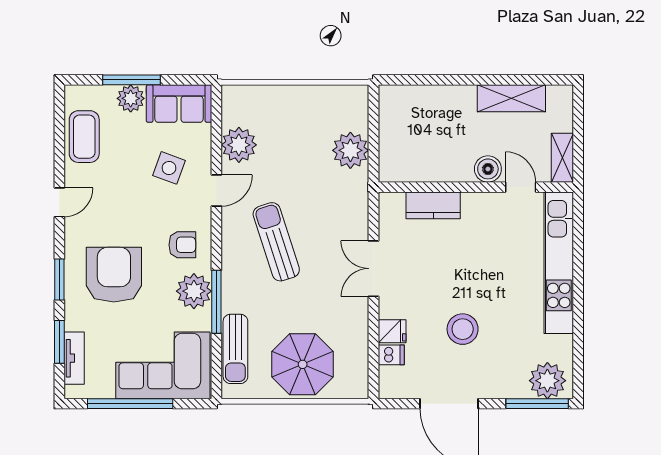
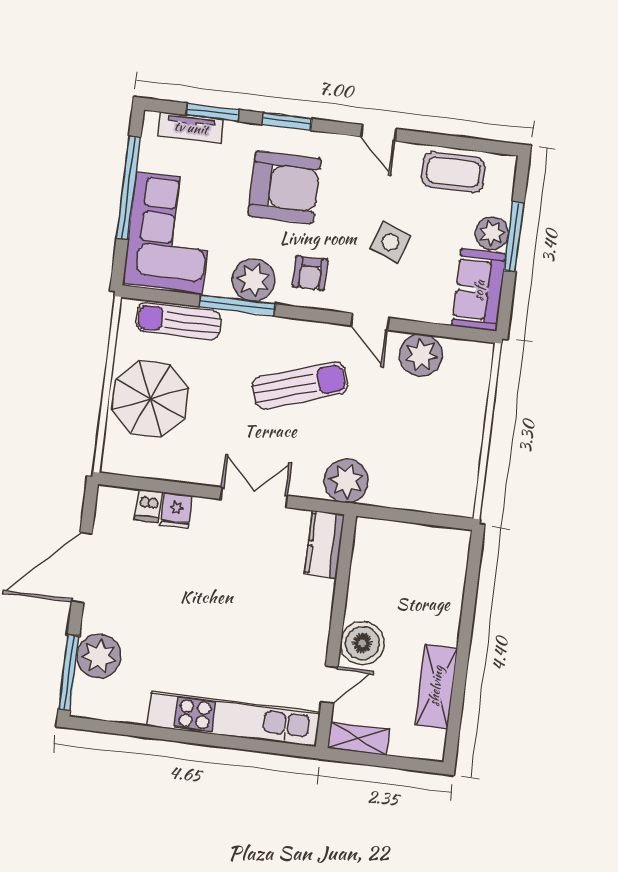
plant: (350, 150) -> (346, 481), moved
side table: (169, 168) -> (390, 242), moved
boiler: (488, 169) -> (362, 643), width x1.37, depth x1.37
kitchen counter: (433, 205) -> (324, 545), moved
stool: (463, 329) -> (169, 595), removed
plant: (547, 381) -> (99, 656), moved

